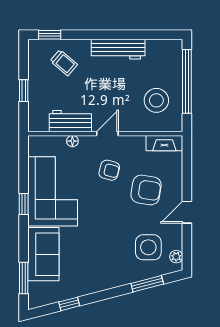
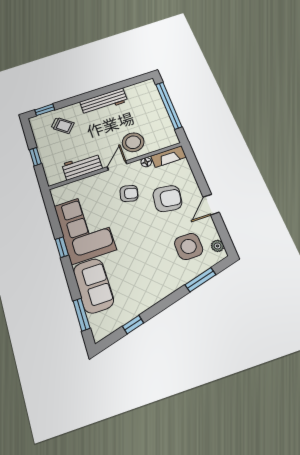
stool: (156, 100) -> (133, 142), moved
floor lamp: (72, 141) -> (146, 162), moved

